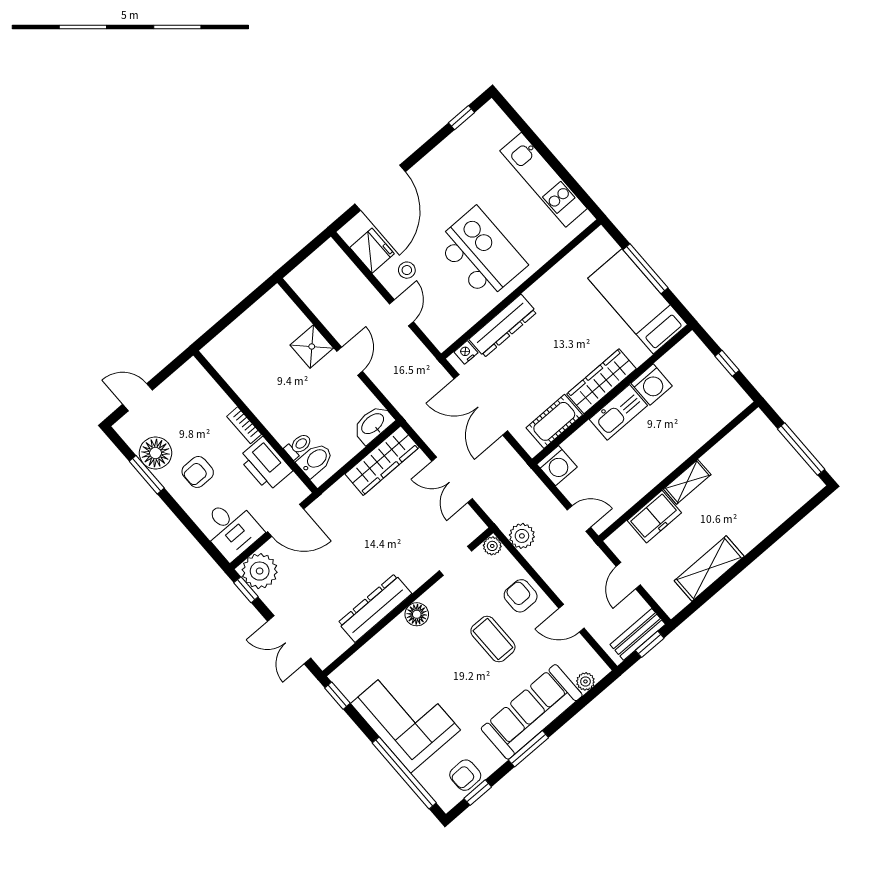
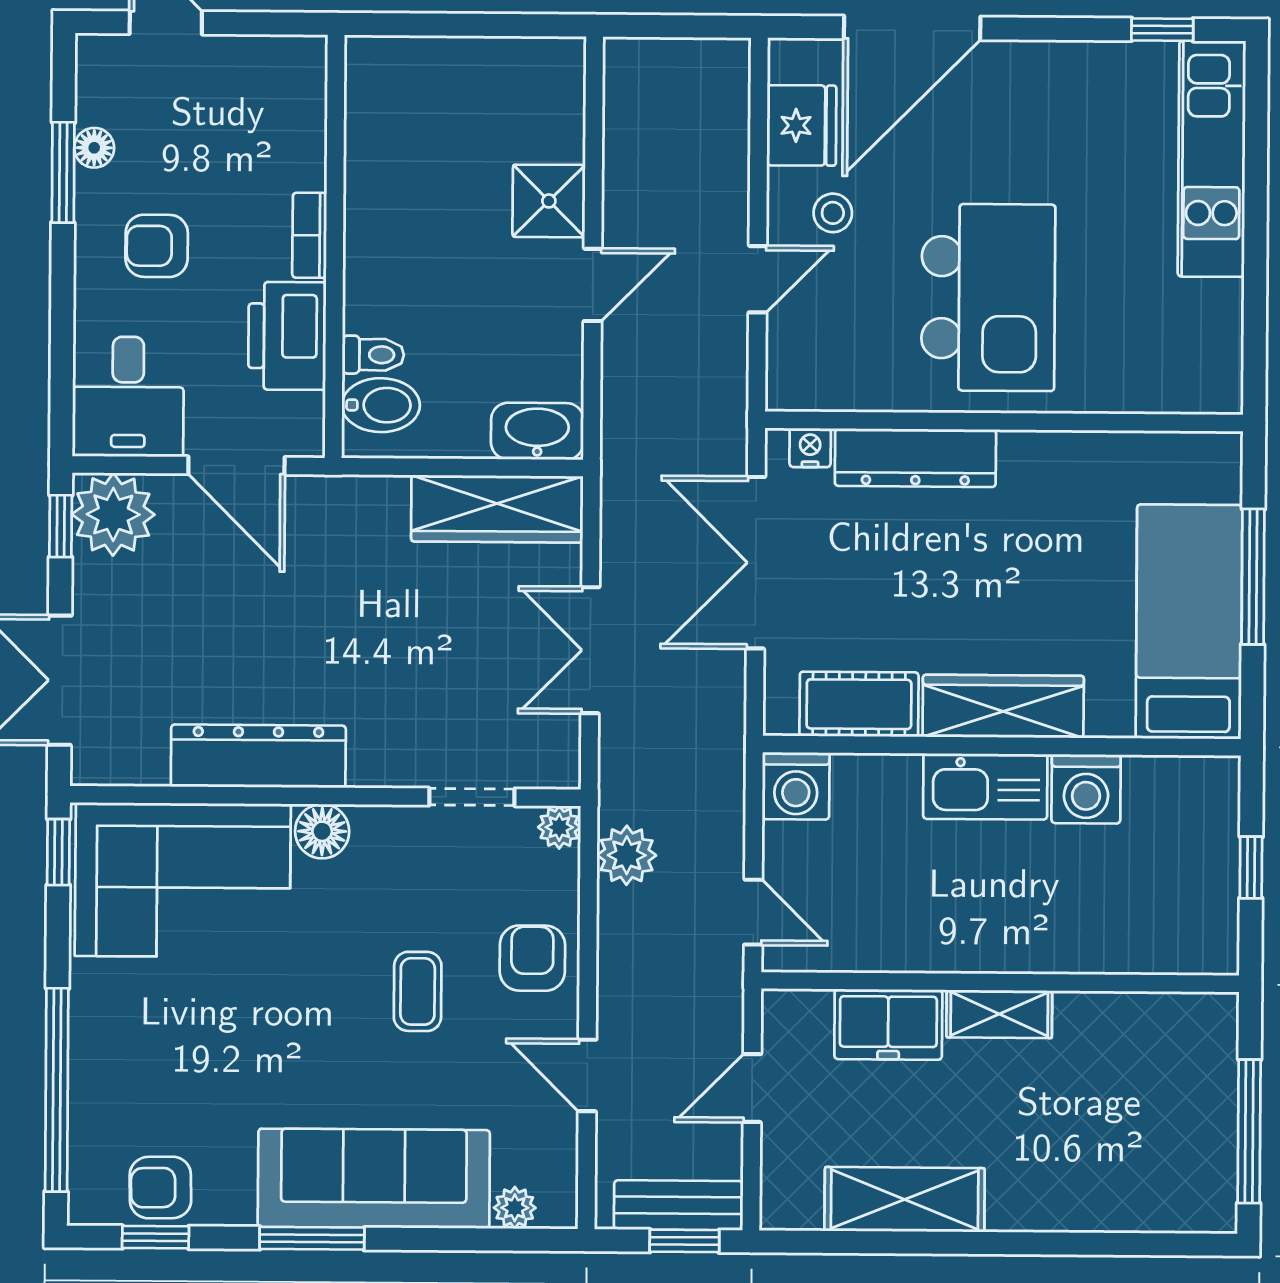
kitchen unit: (544, 180) -> (1212, 159), moved
floor lamp: (155, 453) -> (94, 148), width x0.53, depth x0.53
coffee table: (493, 639) -> (418, 991), width x0.73, depth x0.77
corner sofa: (405, 717) -> (183, 880), moved, turned 90

